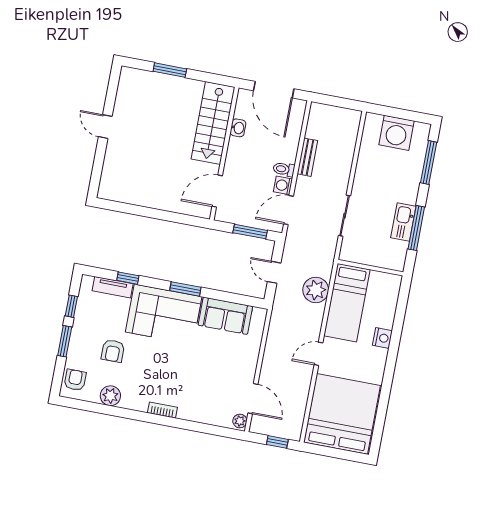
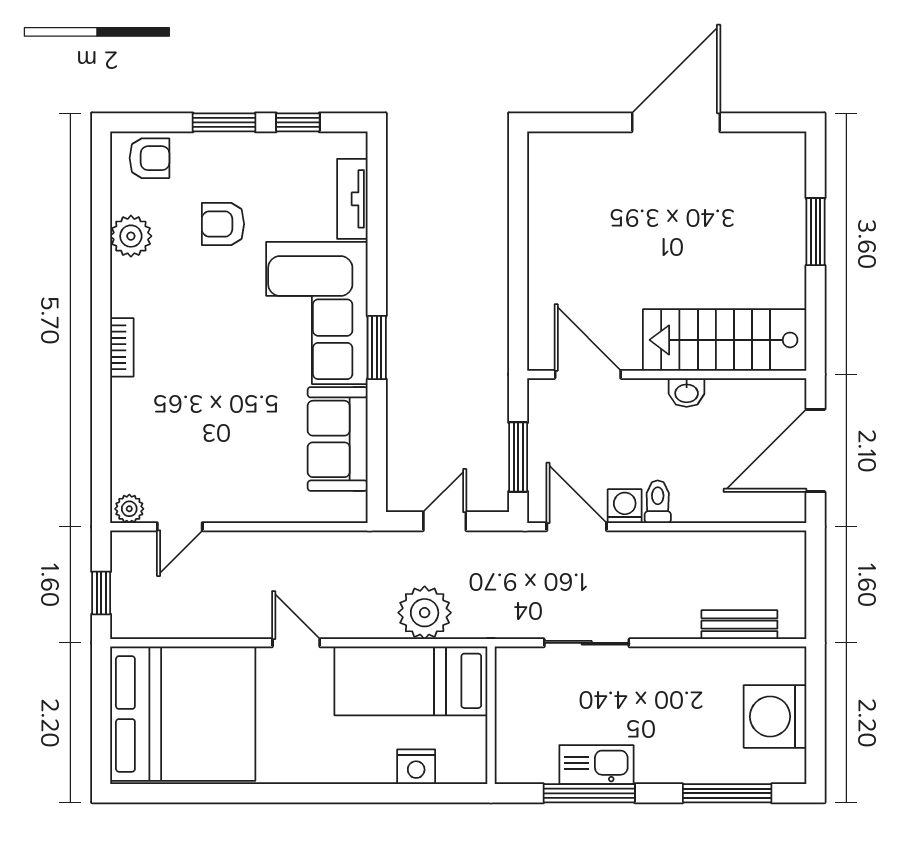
door: (105, 127) -> (676, 122), width x1.88
washbasin: (238, 128) -> (687, 392), moved
bench: (307, 157) -> (739, 625), moved
window: (128, 278) -> (377, 227), removed
nightstand: (382, 338) -> (416, 767), moved
door: (253, 399) -> (180, 527), width x0.73

